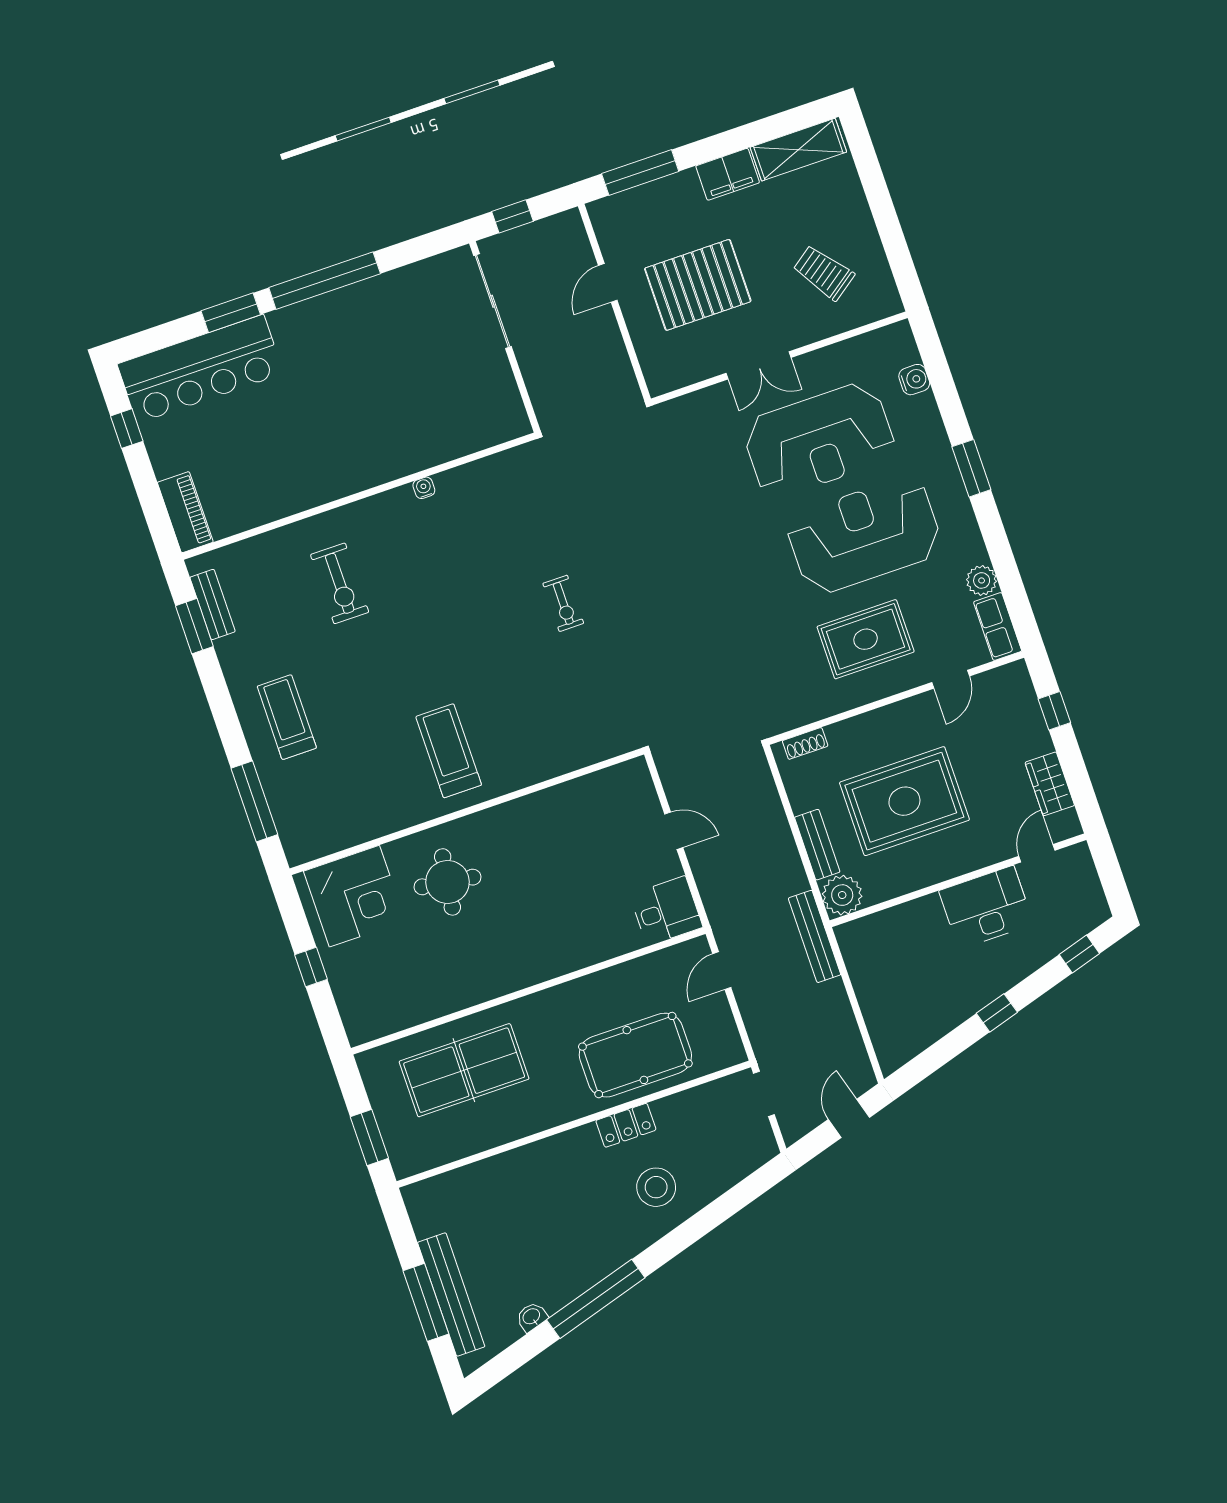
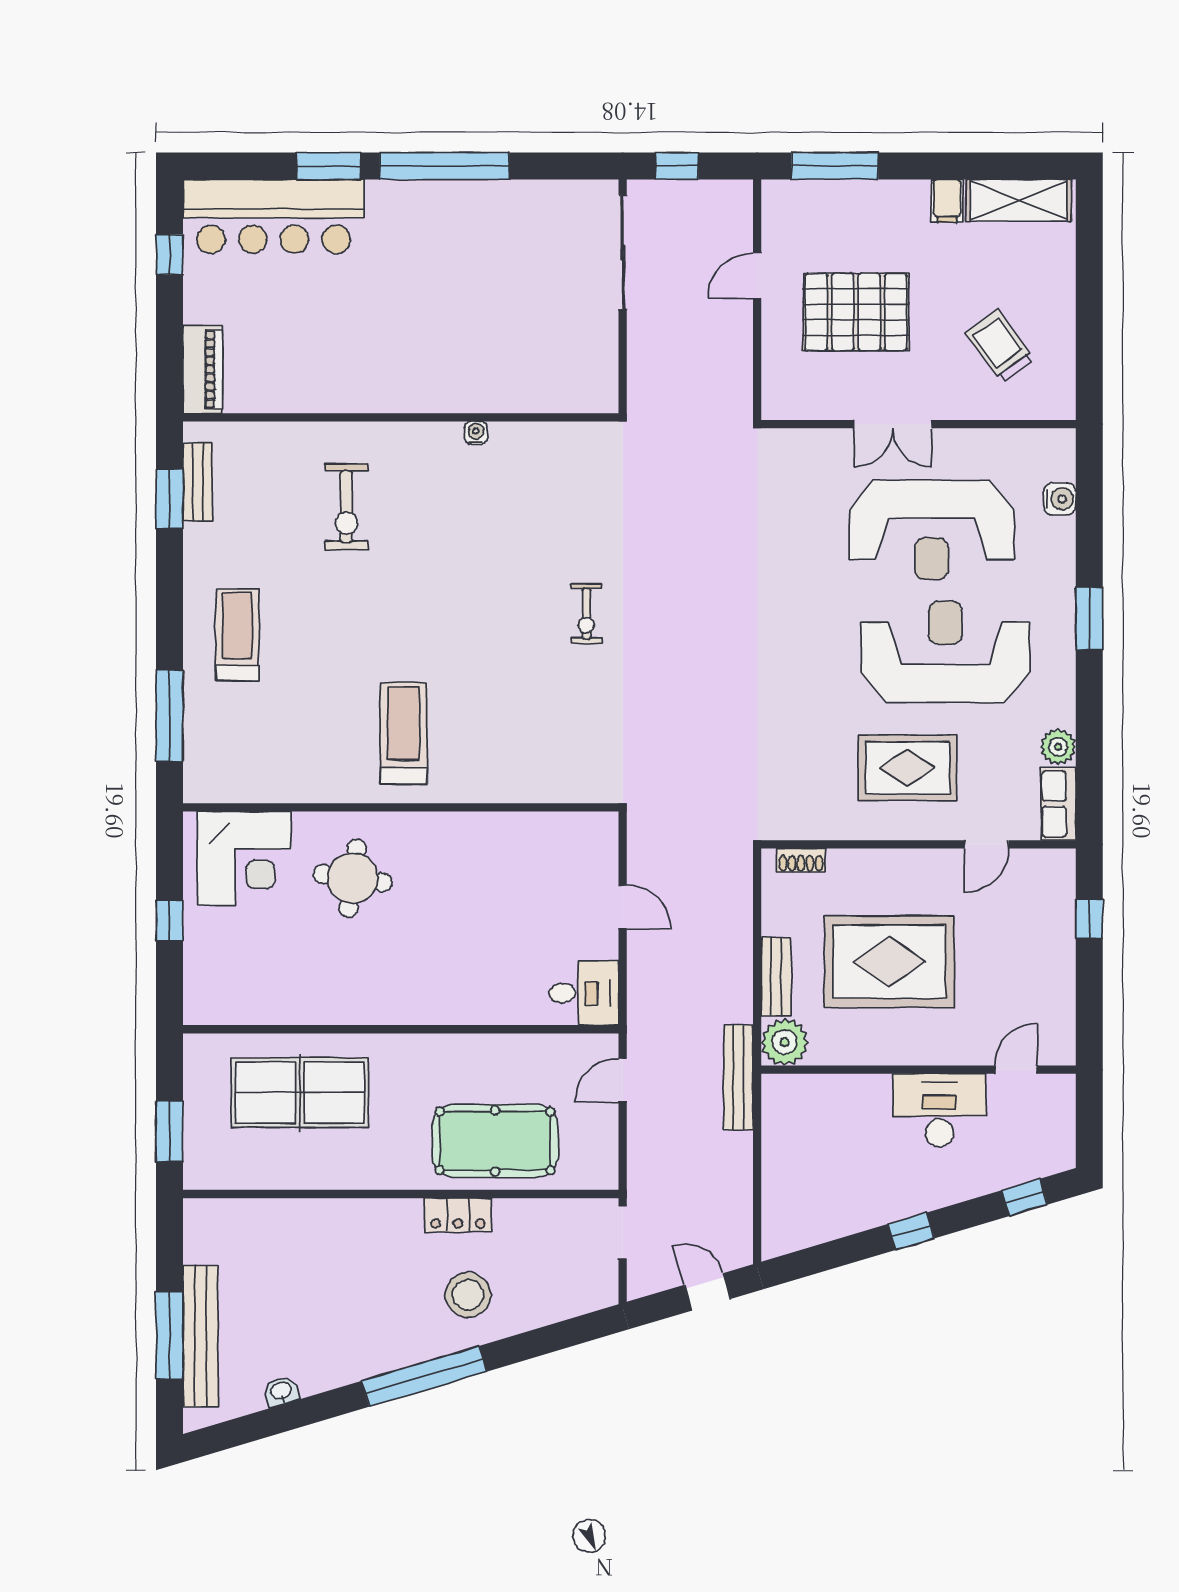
filing cabinet: (728, 174) -> (947, 201), width x0.50
wardrobe: (1050, 784) -> (1056, 998), removed
door: (849, 1118) -> (708, 1292), hinge flipped
window: (596, 1299) -> (424, 1376), moved

